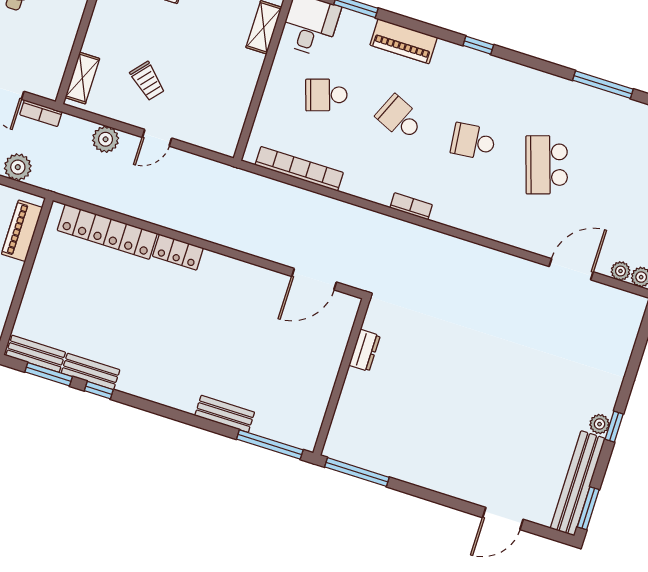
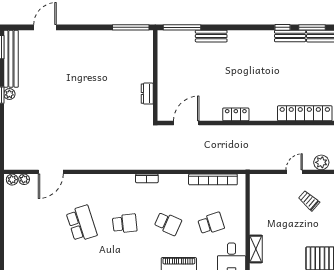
locker: (178, 252) -> (236, 114), moved

